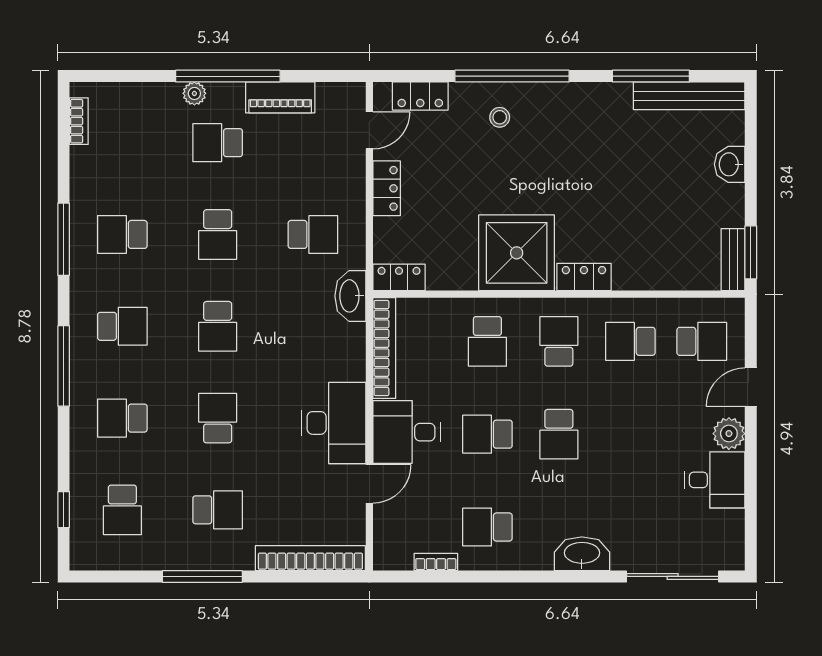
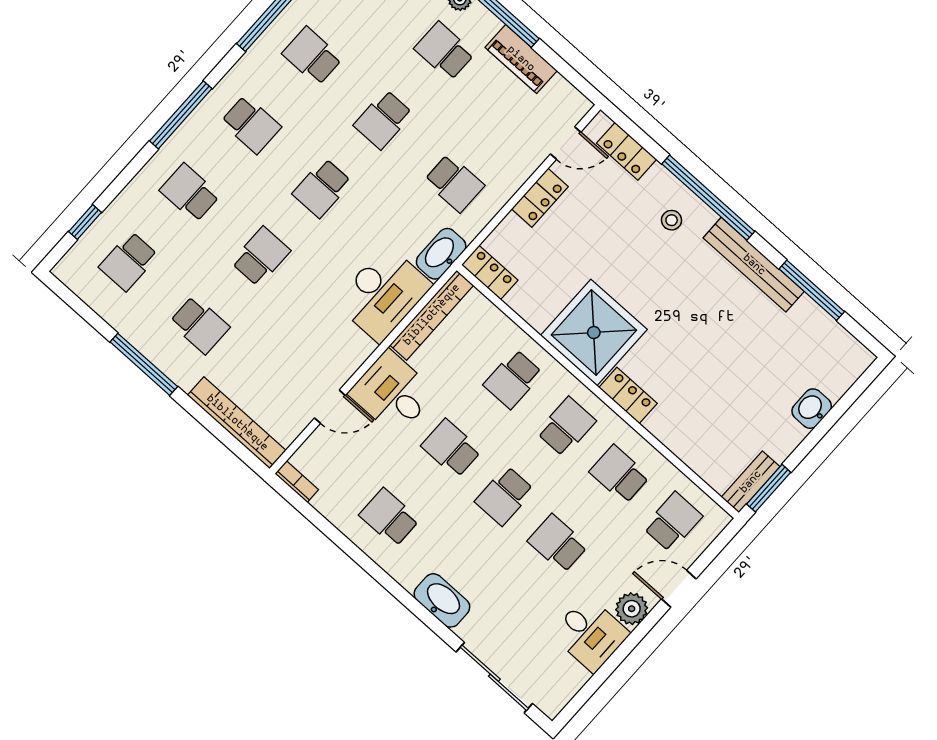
bench: (689, 96) -> (754, 265), moved
school desk: (702, 341) -> (673, 522), turned -90
desk: (334, 423) -> (383, 294), moved
school desk: (630, 434) -> (558, 543), added
bookcase: (436, 562) -> (297, 482), moved

